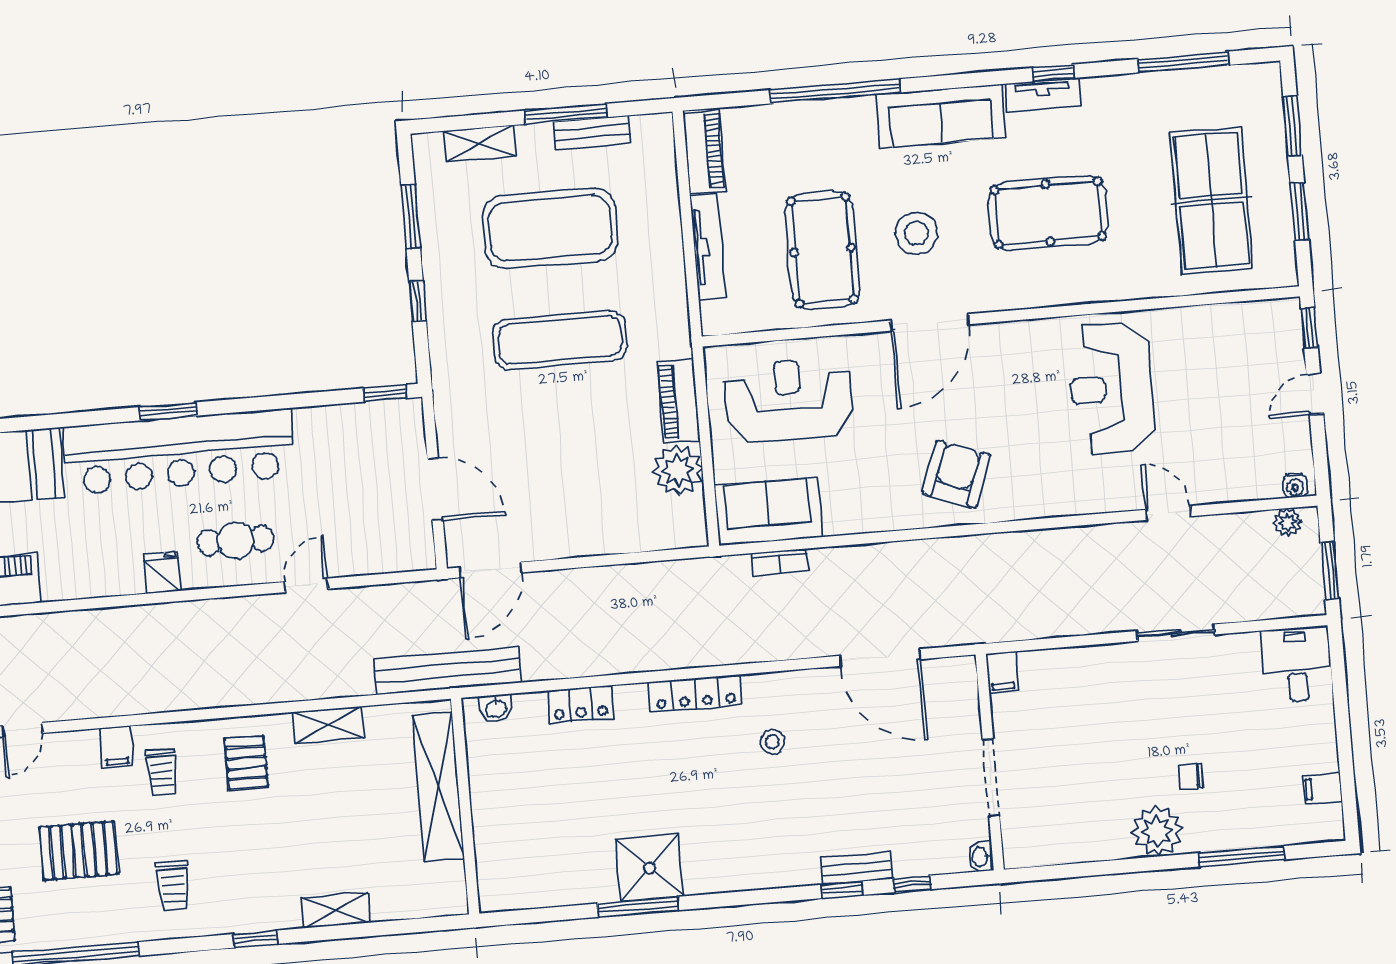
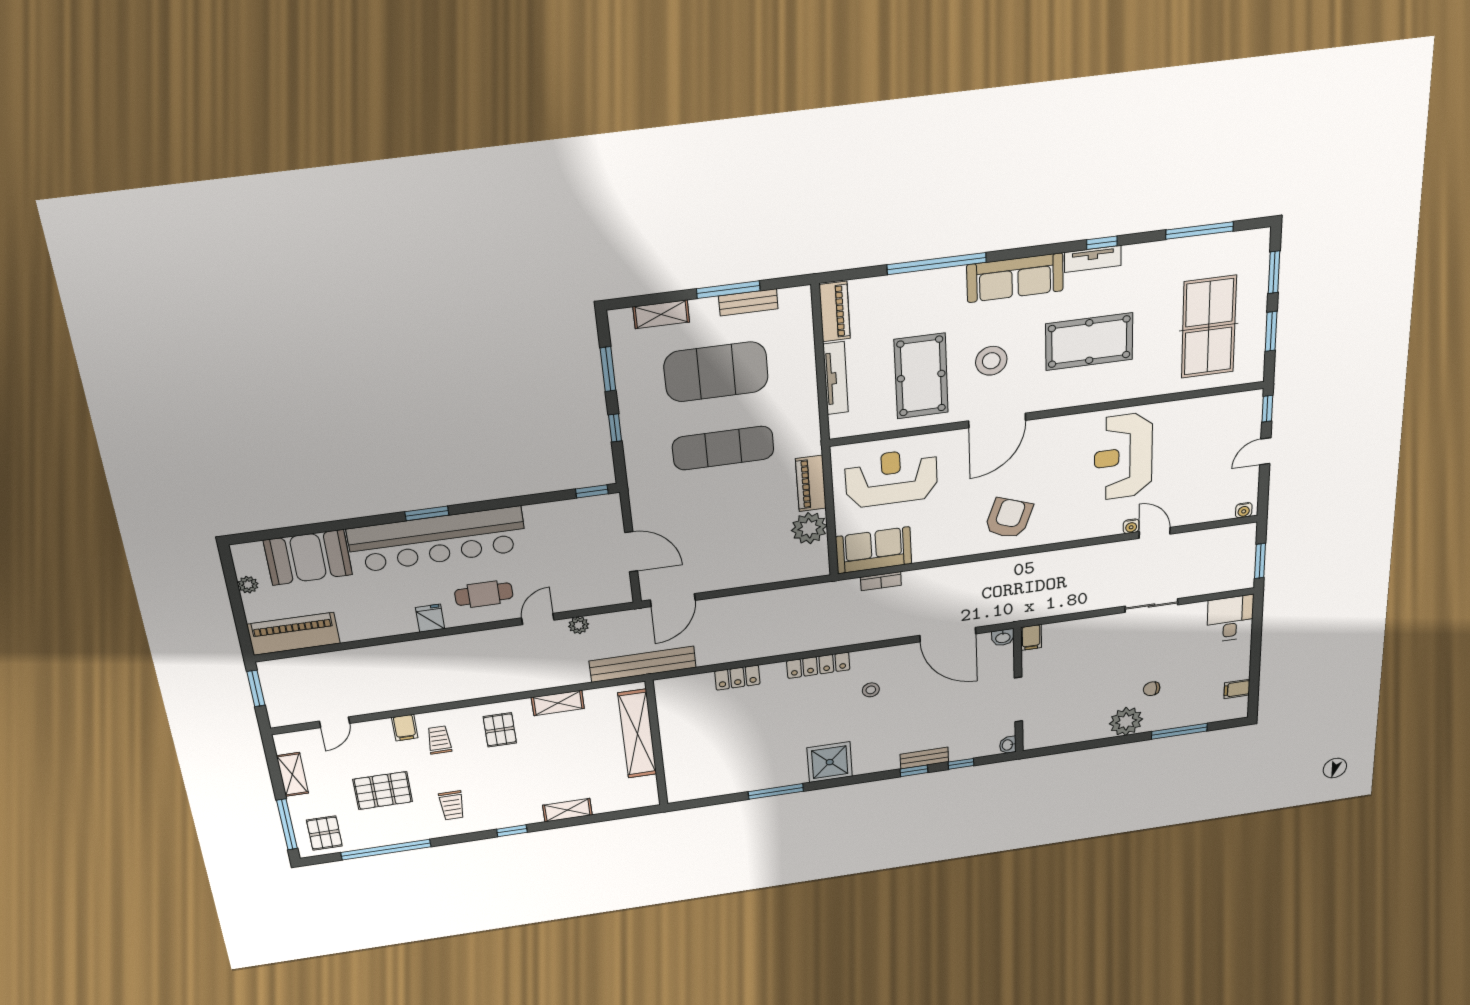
water cooler: (1133, 500) -> (1131, 526), added
plant: (1288, 522) -> (579, 625), moved
washbasin: (496, 708) -> (1003, 637), moved
trolley: (162, 772) -> (439, 740), turned 180
shower: (650, 868) -> (830, 762), moved

